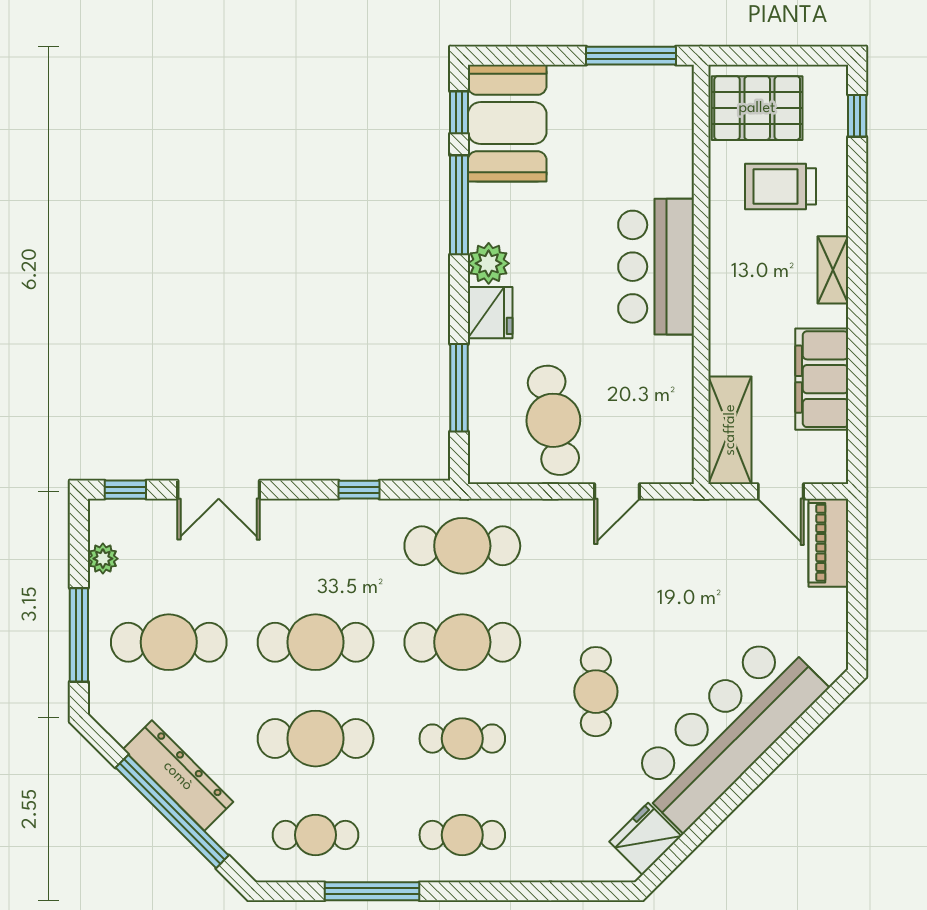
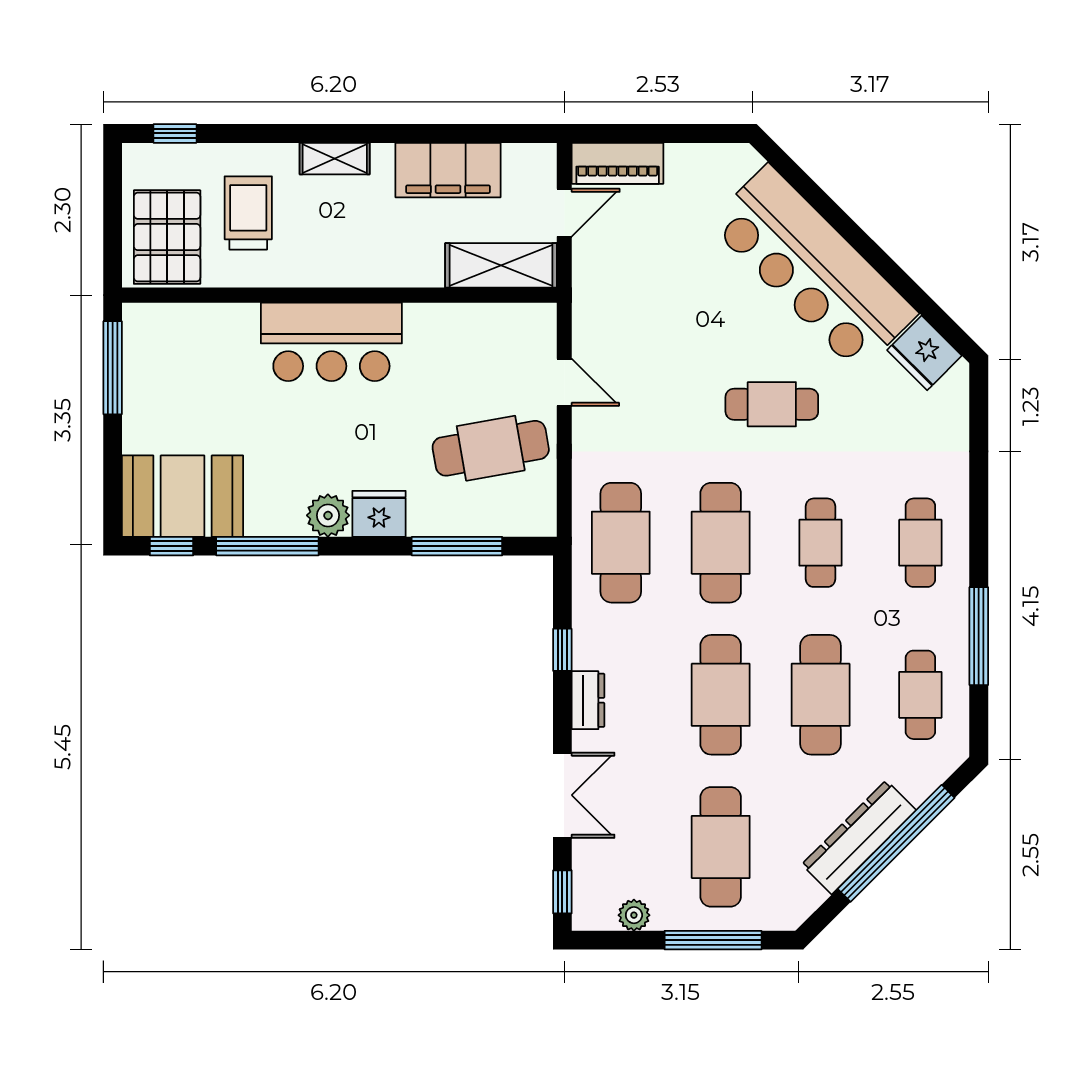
trolley: (780, 186) -> (248, 213), turned 180
dresser: (310, 514) -> (588, 700), added

